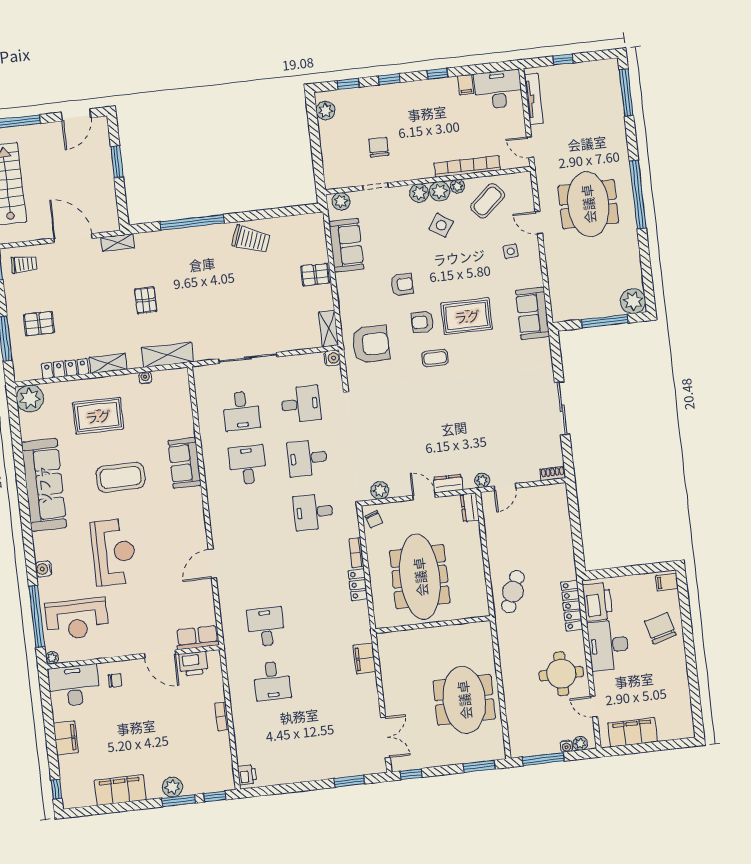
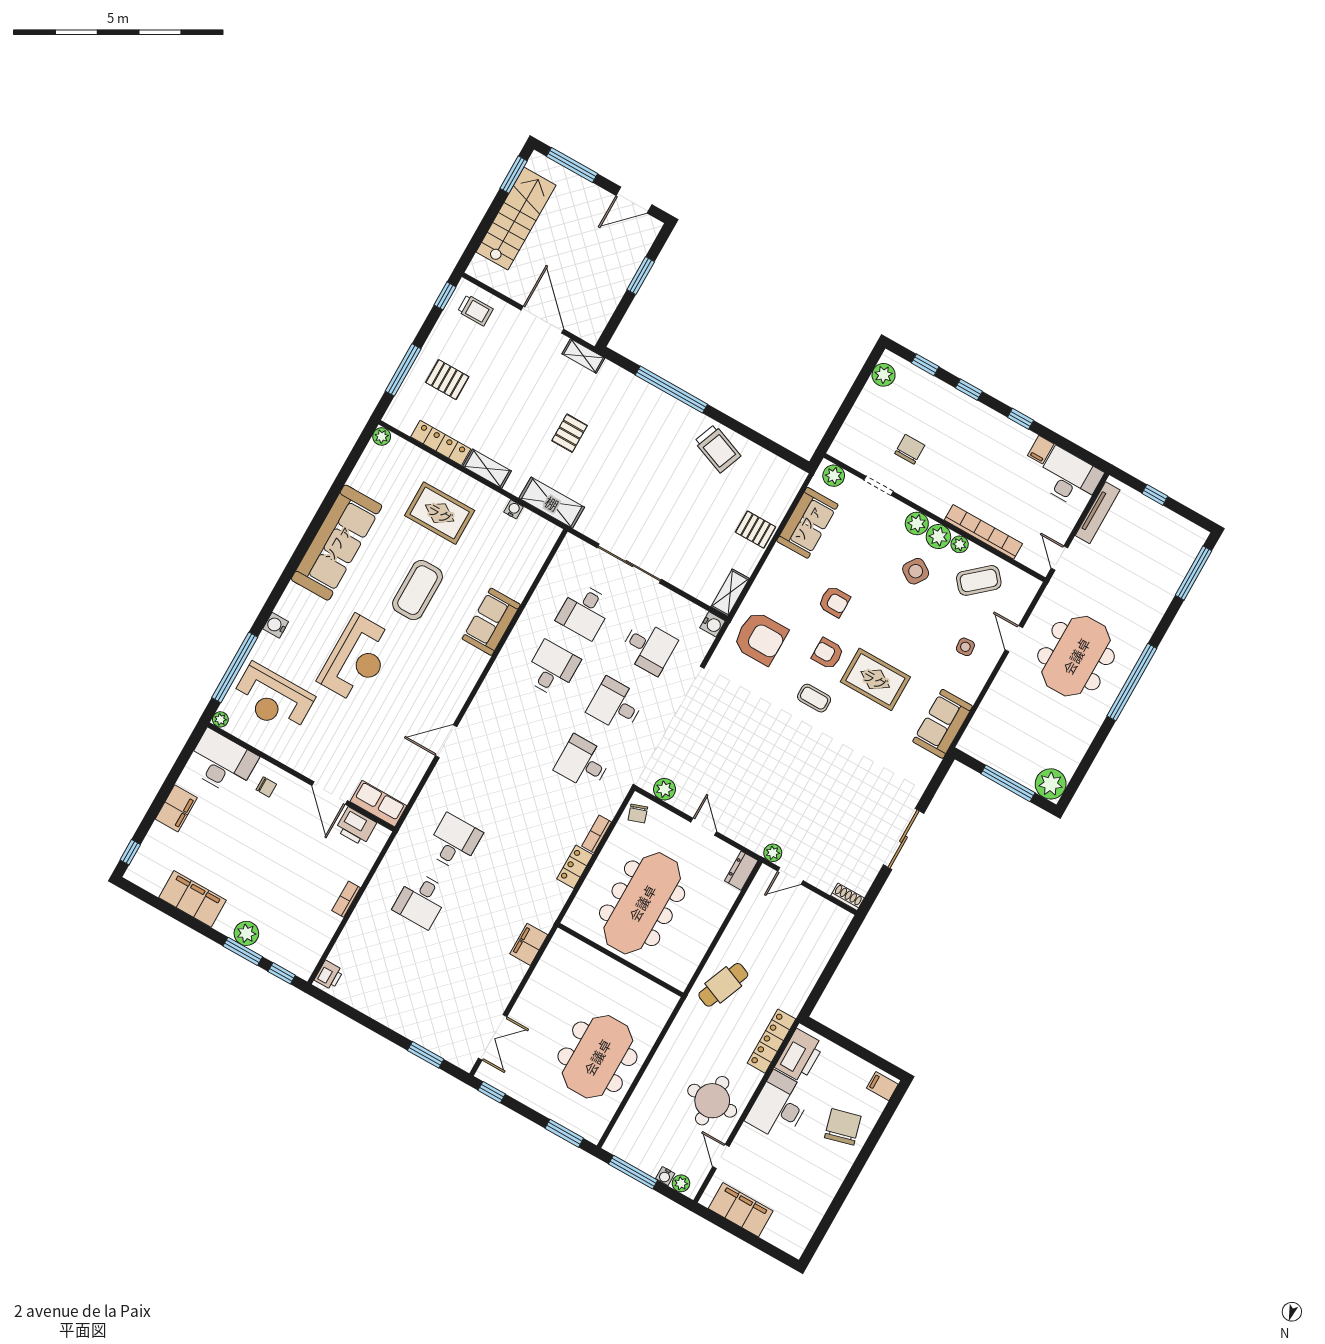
plant: (30, 398) -> (382, 436), width x0.53, depth x0.53
coffee table: (120, 477) -> (418, 590), turned 90
dresser: (448, 484) -> (737, 832), removed

